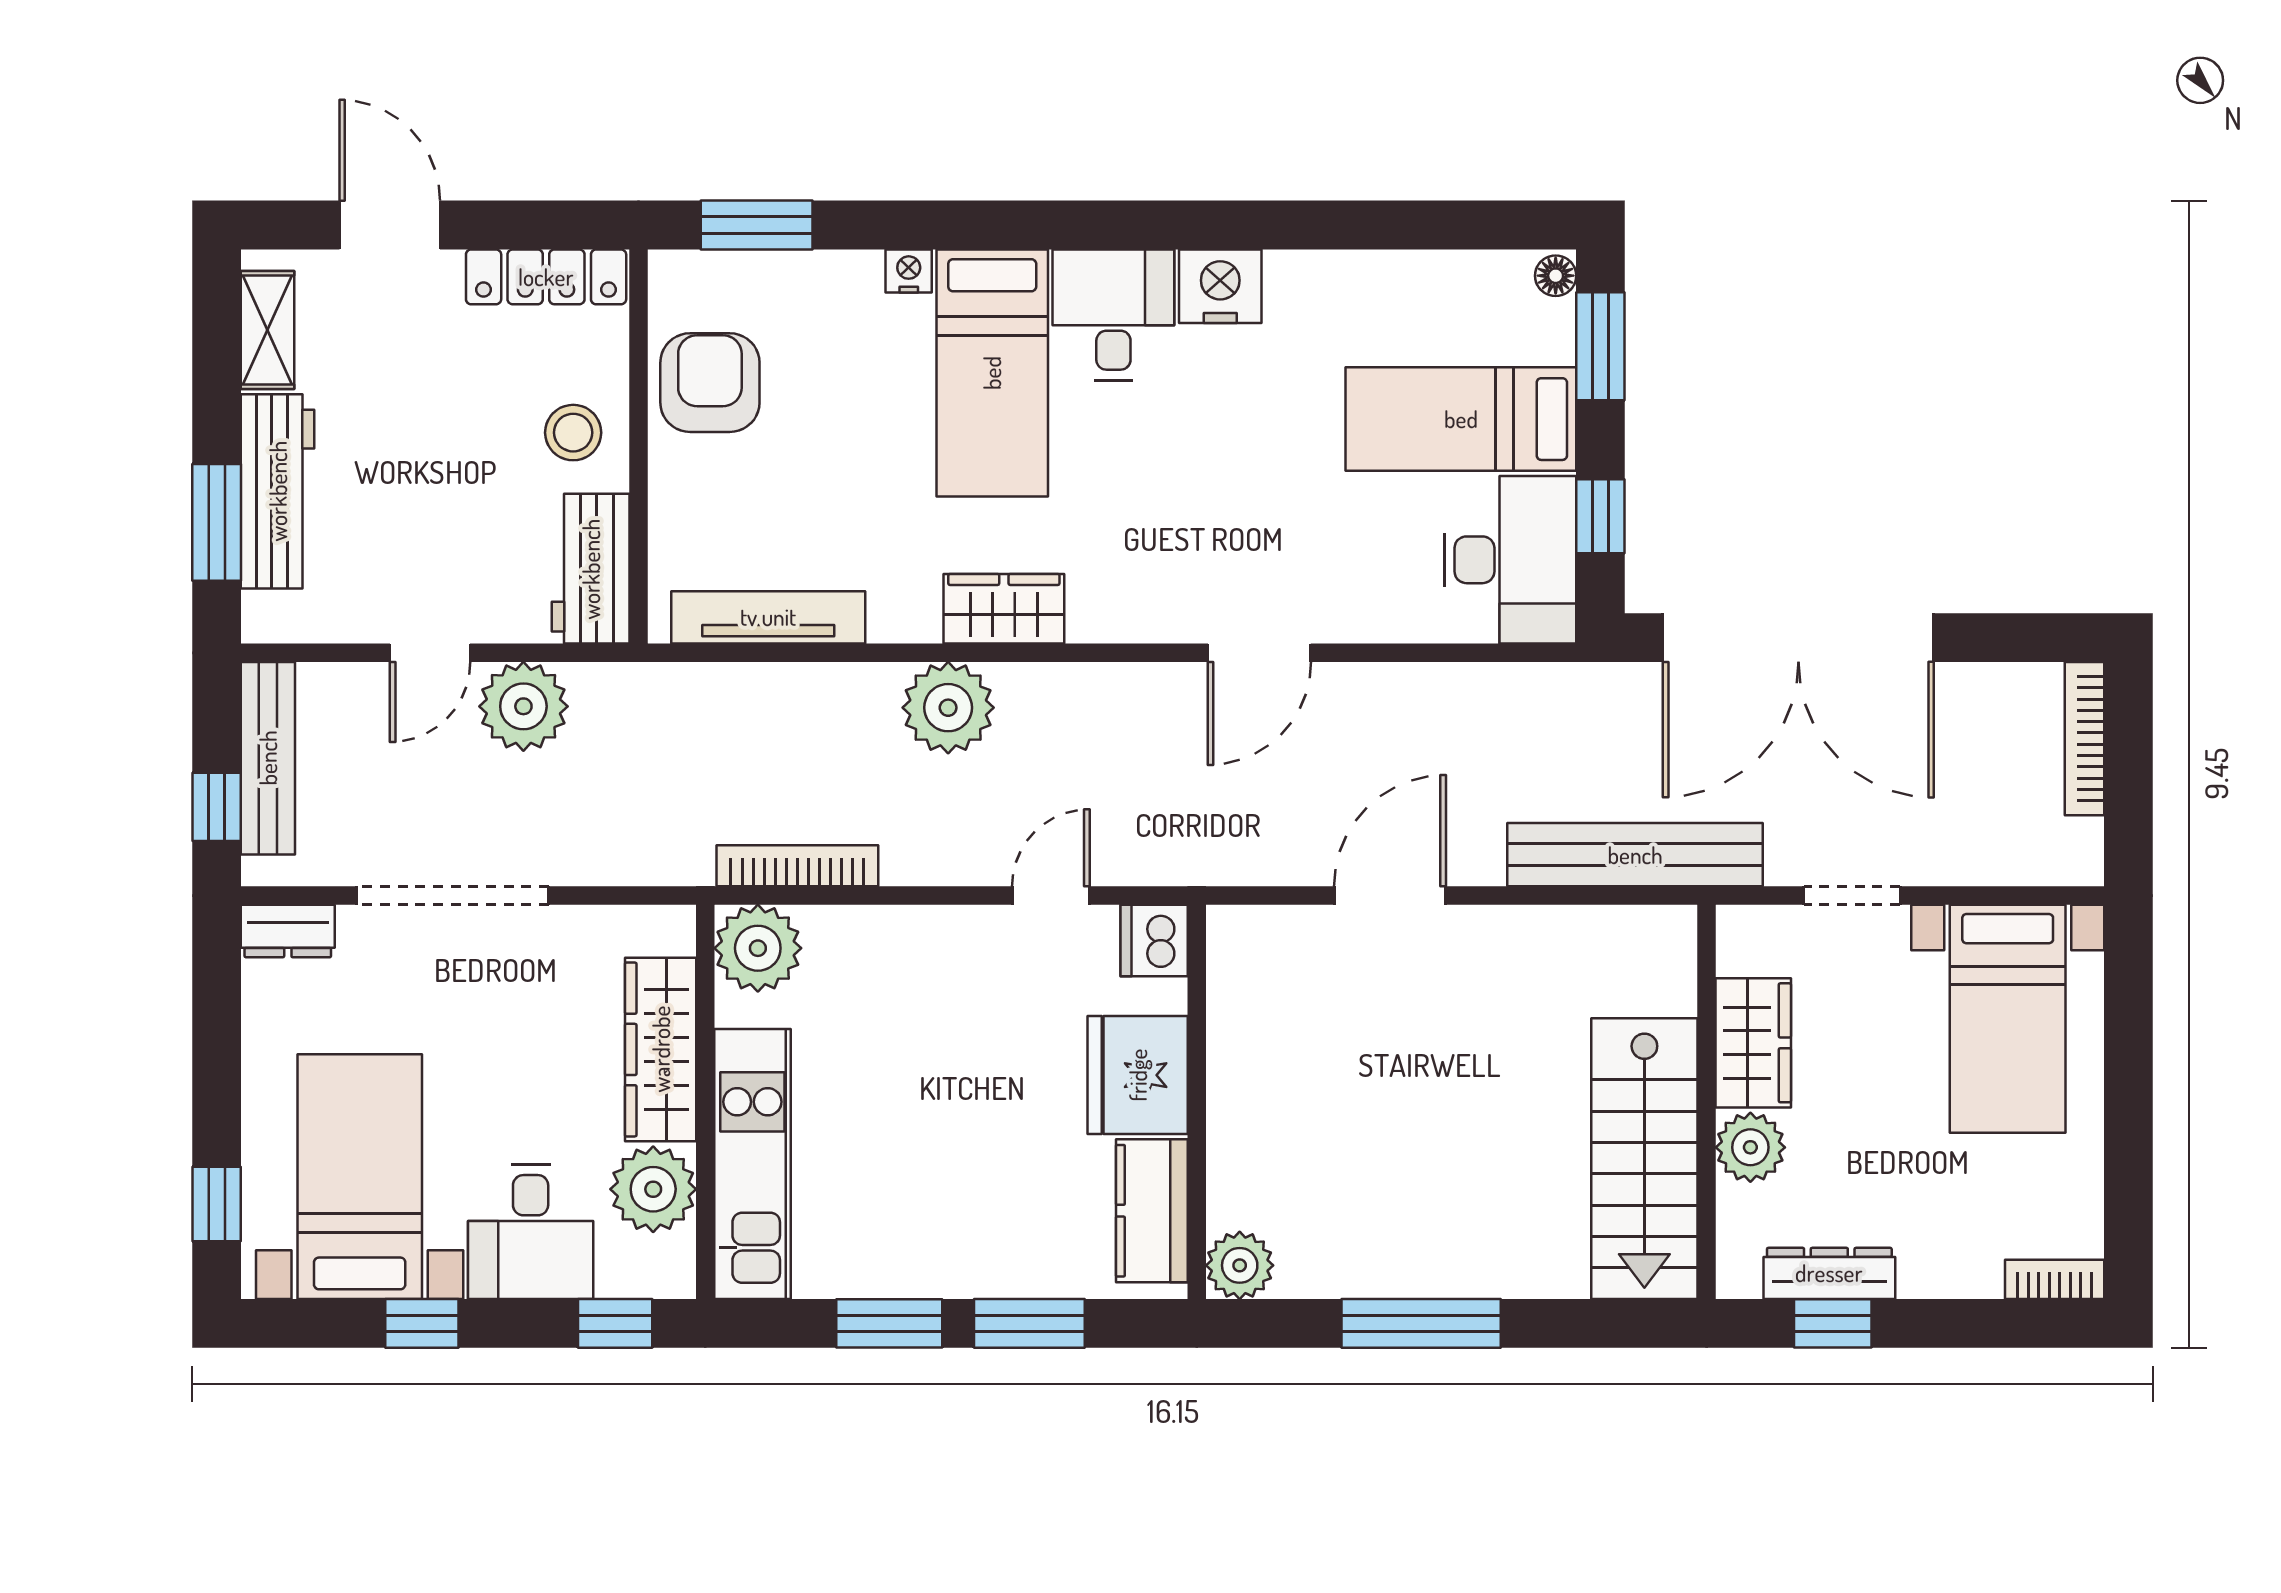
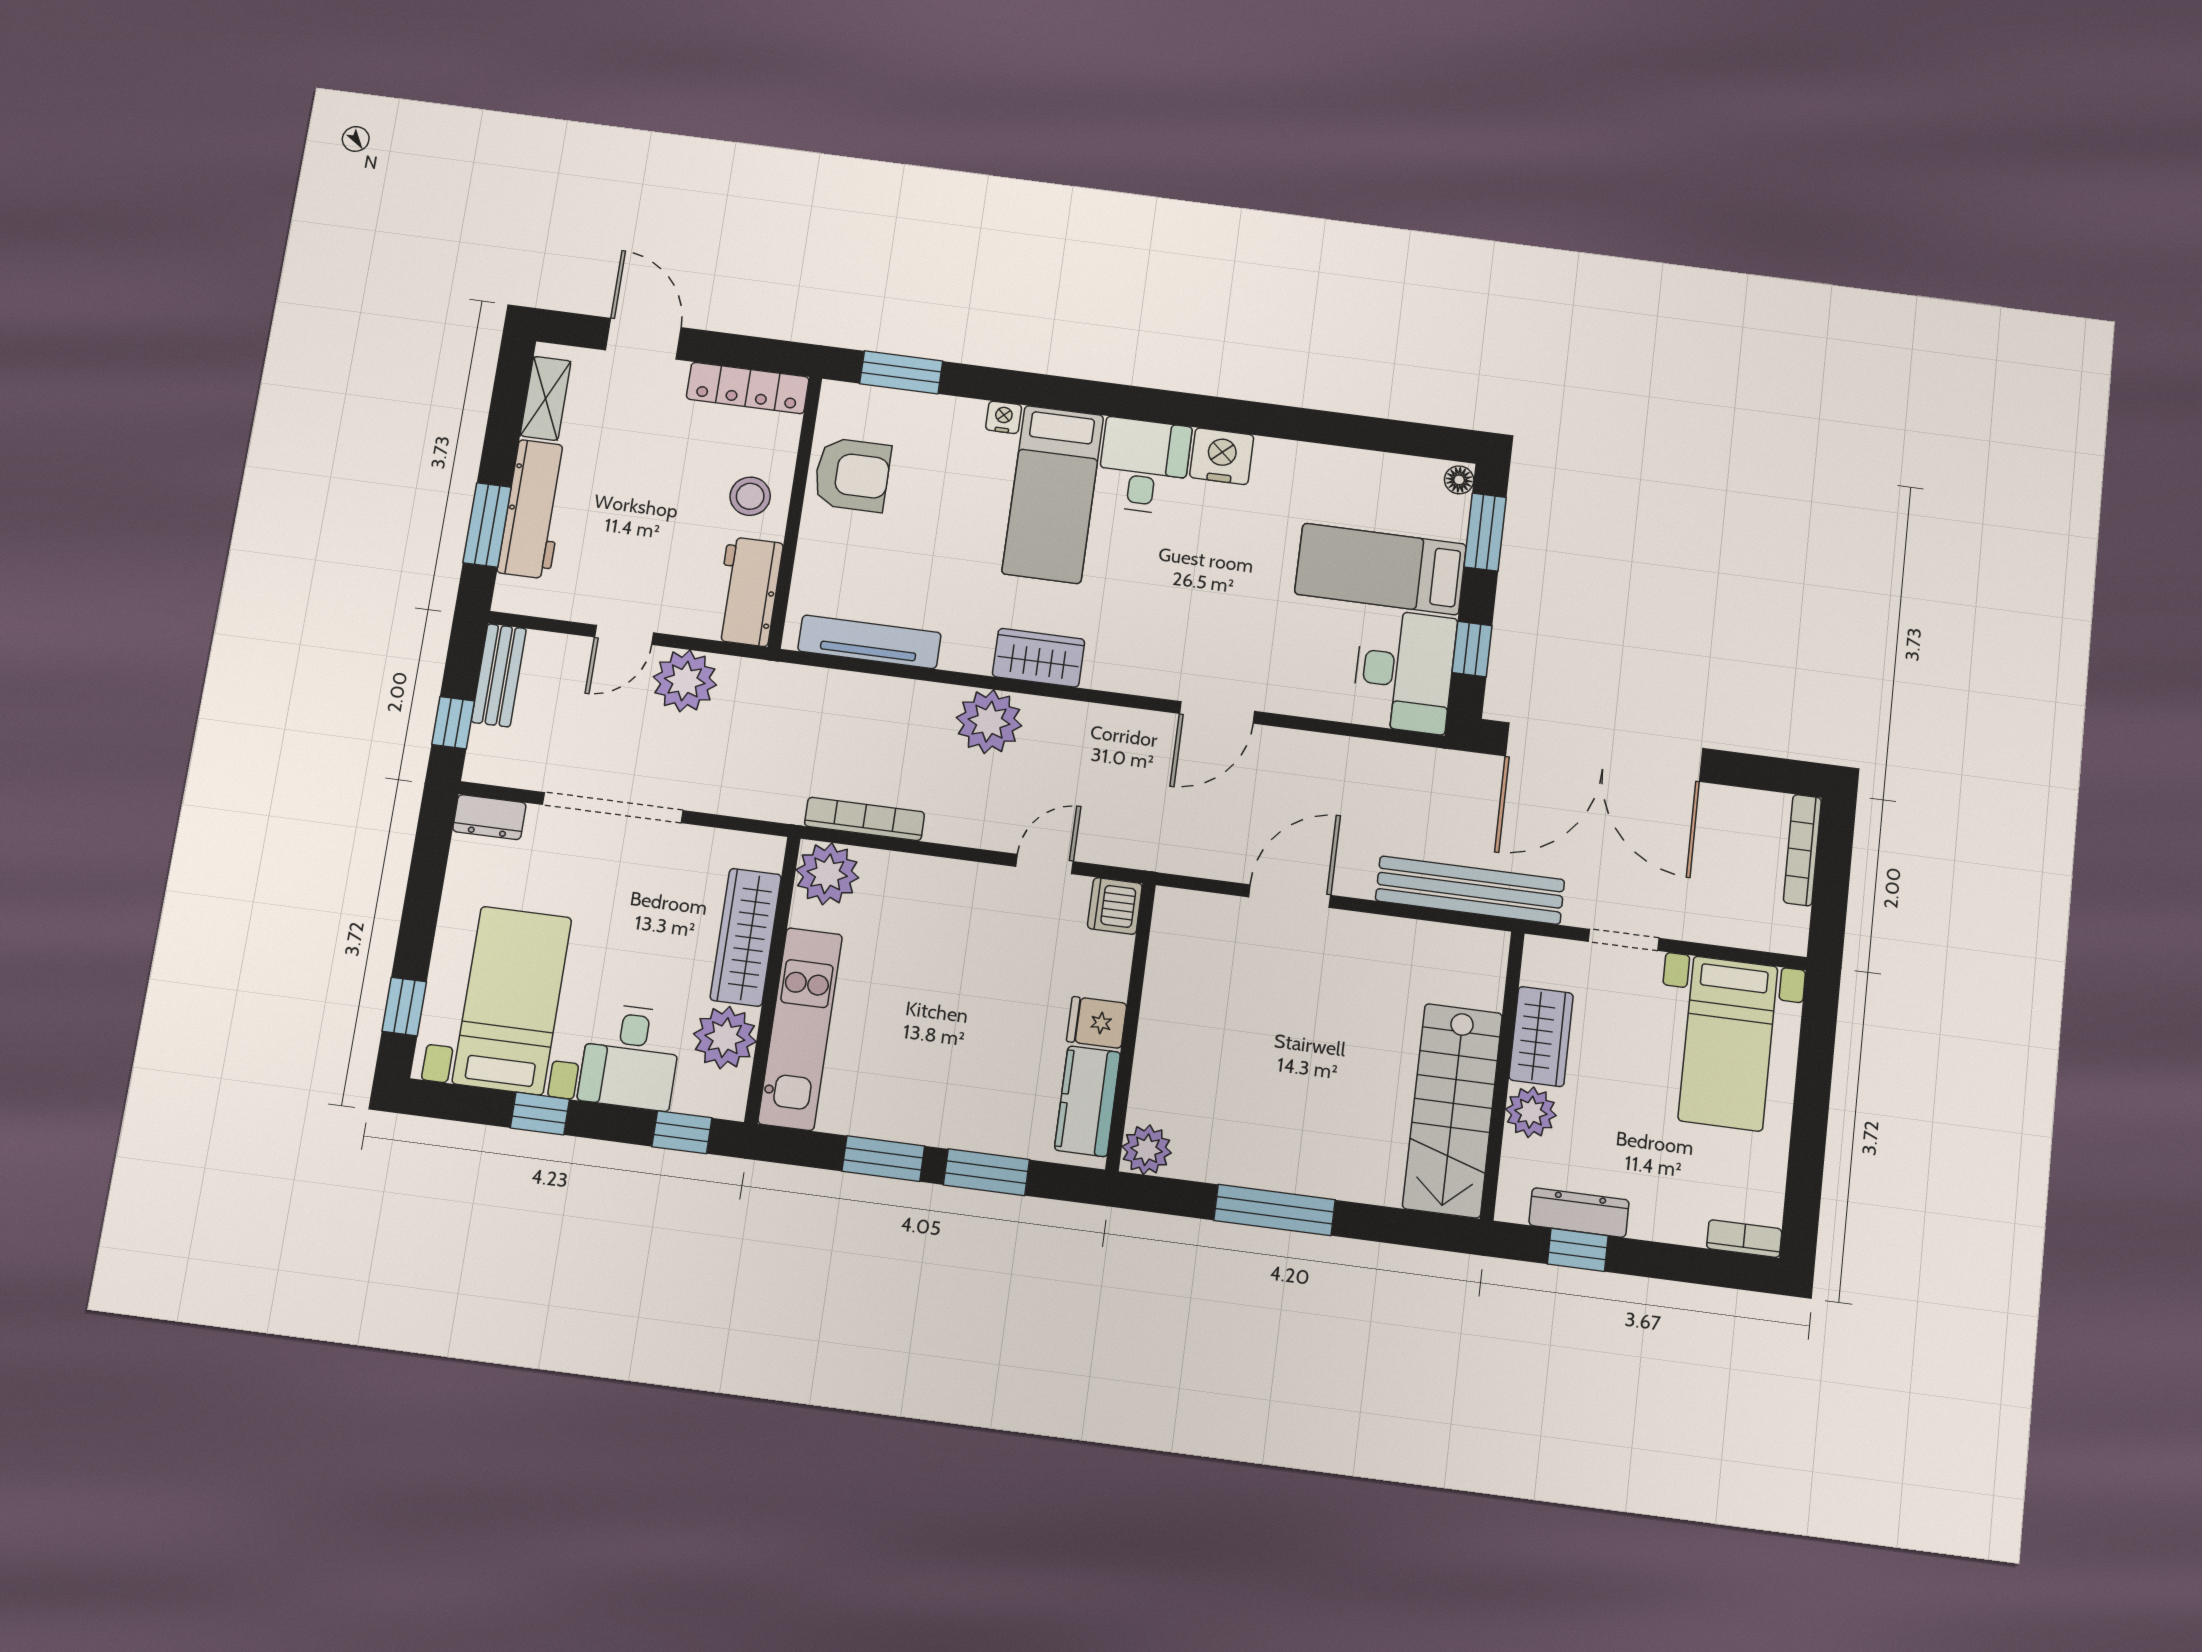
armchair: (710, 383) -> (852, 475), turned 90
bench: (268, 758) -> (499, 675), width x0.73
fridge: (1138, 1075) -> (1097, 1022), width x0.53, depth x0.75

